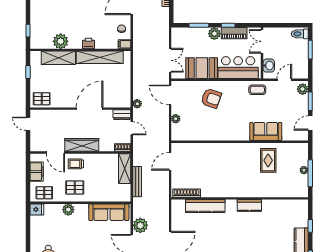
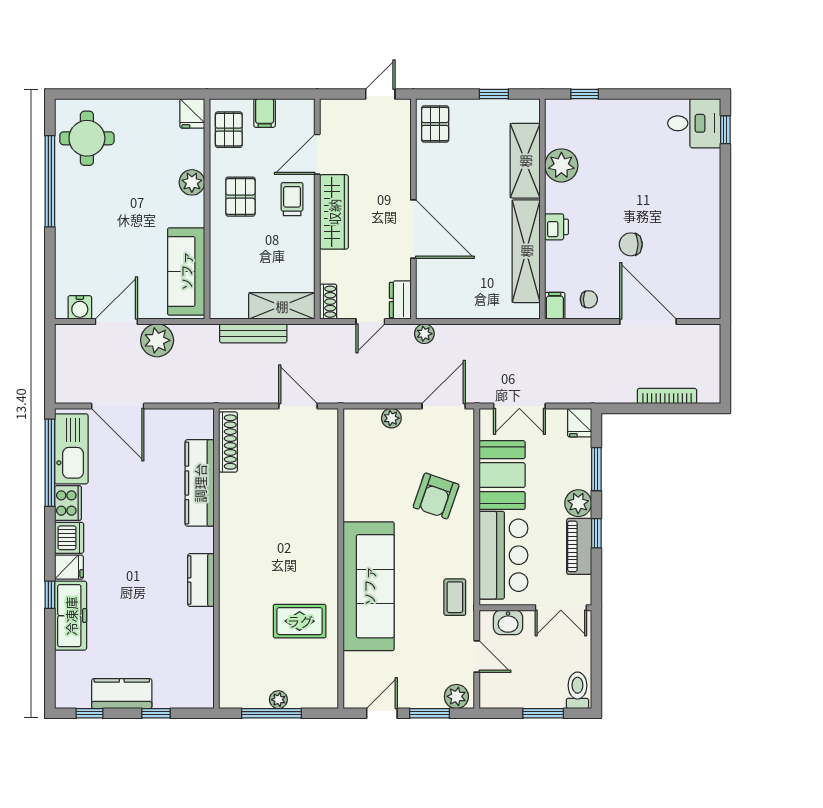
chair: (97, 10) -> (631, 244), added
fridge: (178, 33) -> (580, 423), added
double door: (262, 41) -> (561, 608), swing flipped
door: (310, 123) -> (382, 713), hinge flipped
sofa: (266, 132) -> (369, 586), width x1.85, depth x1.27
filing cabinet: (37, 172) -> (265, 113), width x0.50

